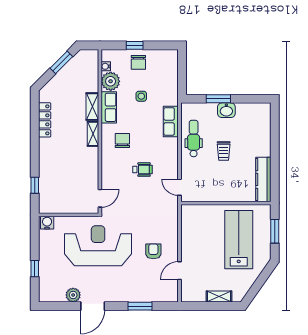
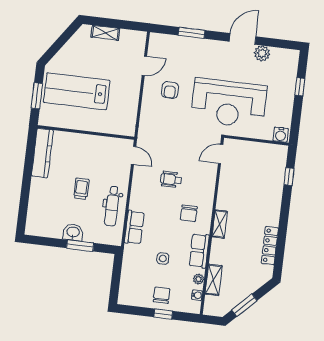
plant: (111, 81) -> (199, 279), width x0.53, depth x0.53
shelving: (92, 107) -> (214, 280), moved
lab bench: (239, 240) -> (77, 91), turned 90

